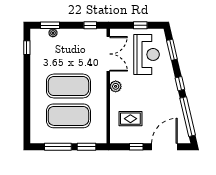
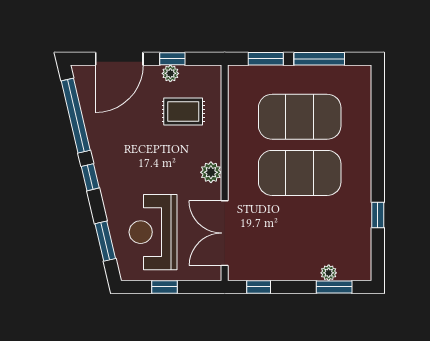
window: (27, 48) -> (378, 215), moved
plant: (137, 139) -> (170, 73), added

